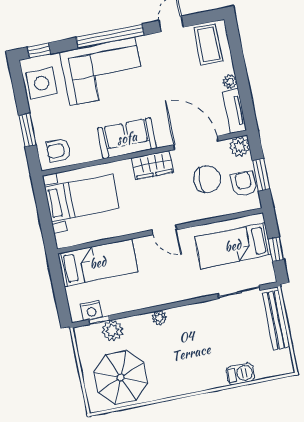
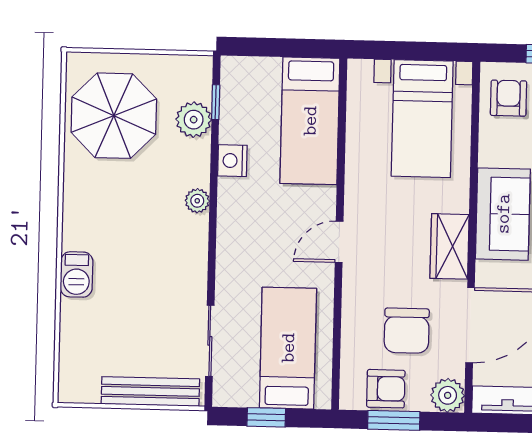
nightstand: (91, 311) -> (232, 161), moved
barbecue: (240, 374) -> (76, 274), moved

